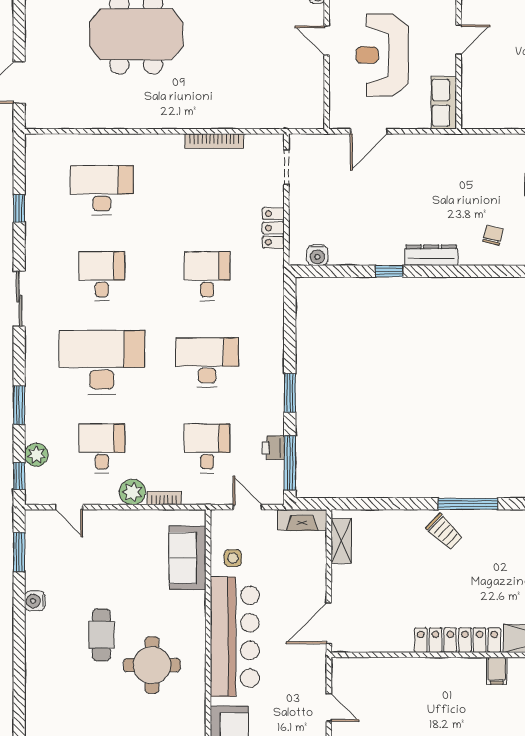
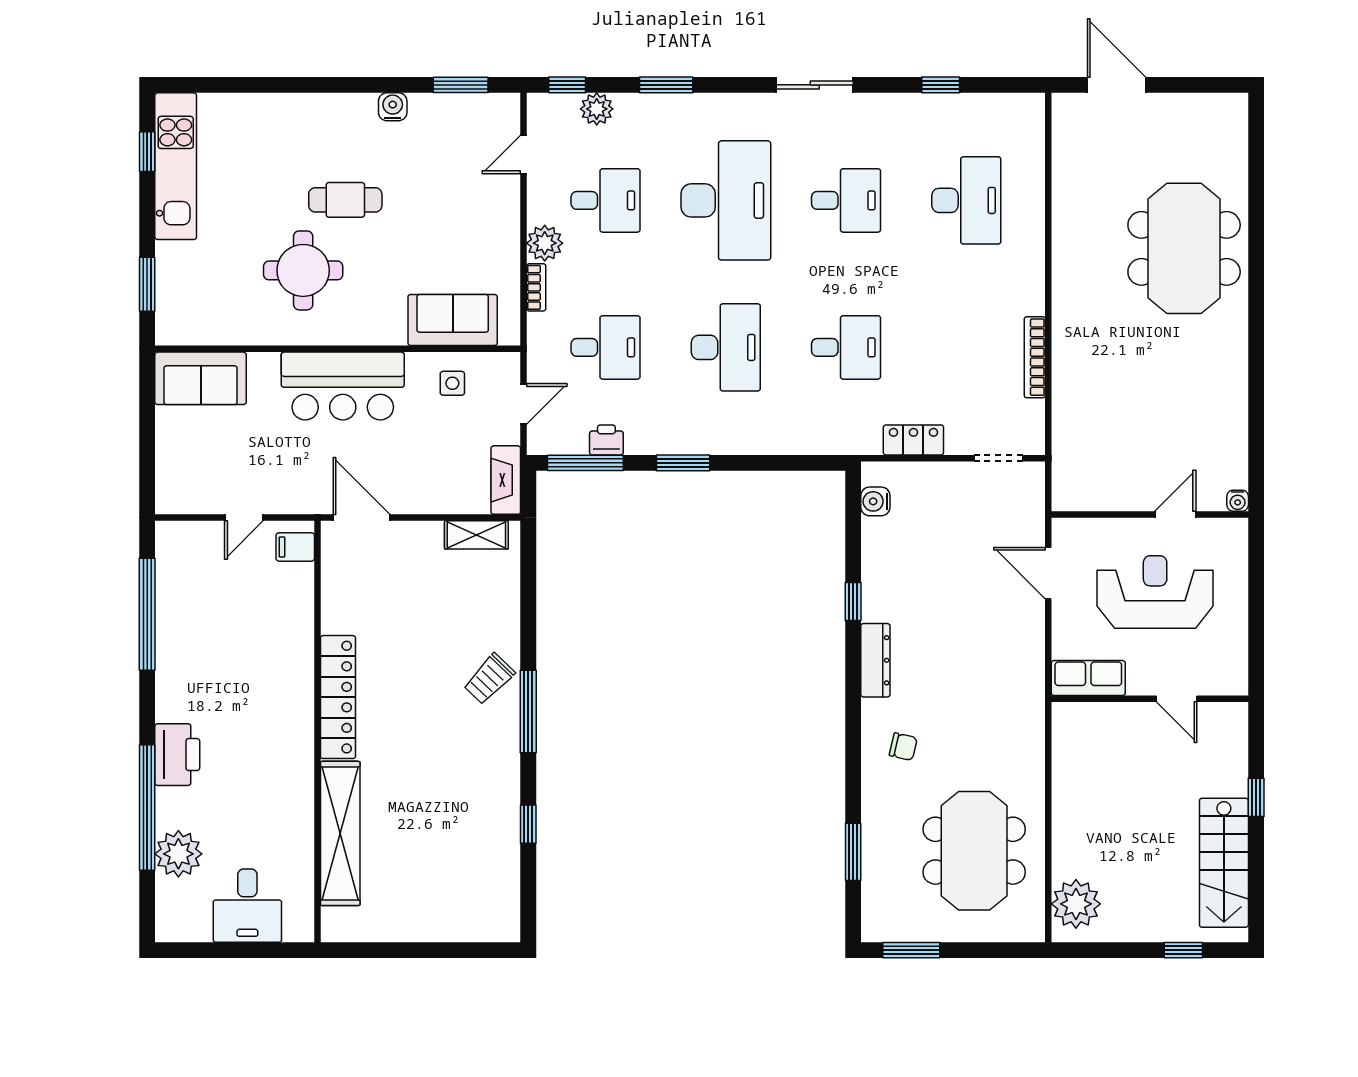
bar counter: (235, 637) -> (343, 386), width x0.73
filing cabinet: (497, 671) -> (295, 547), moved

